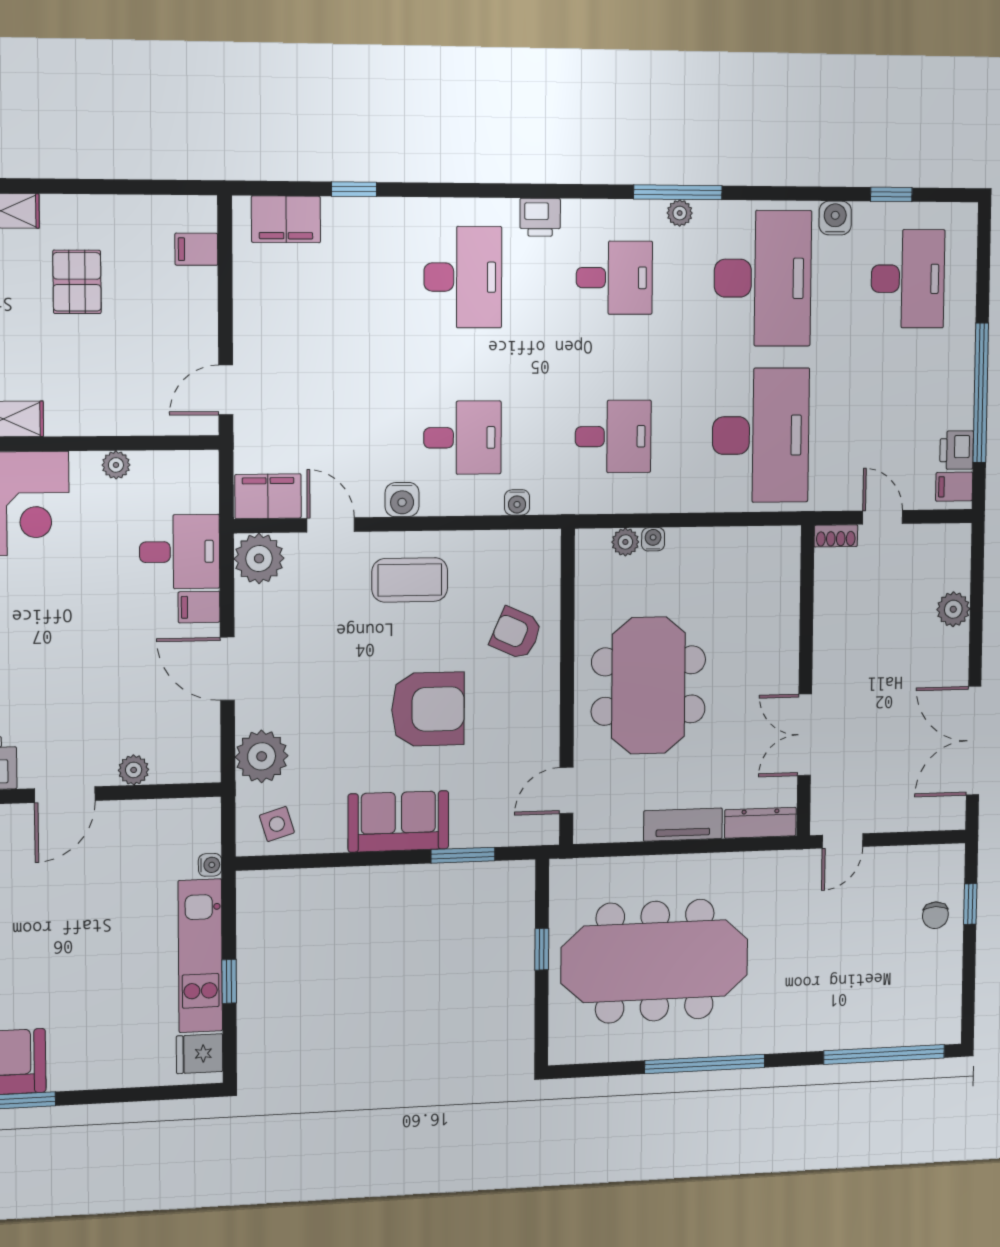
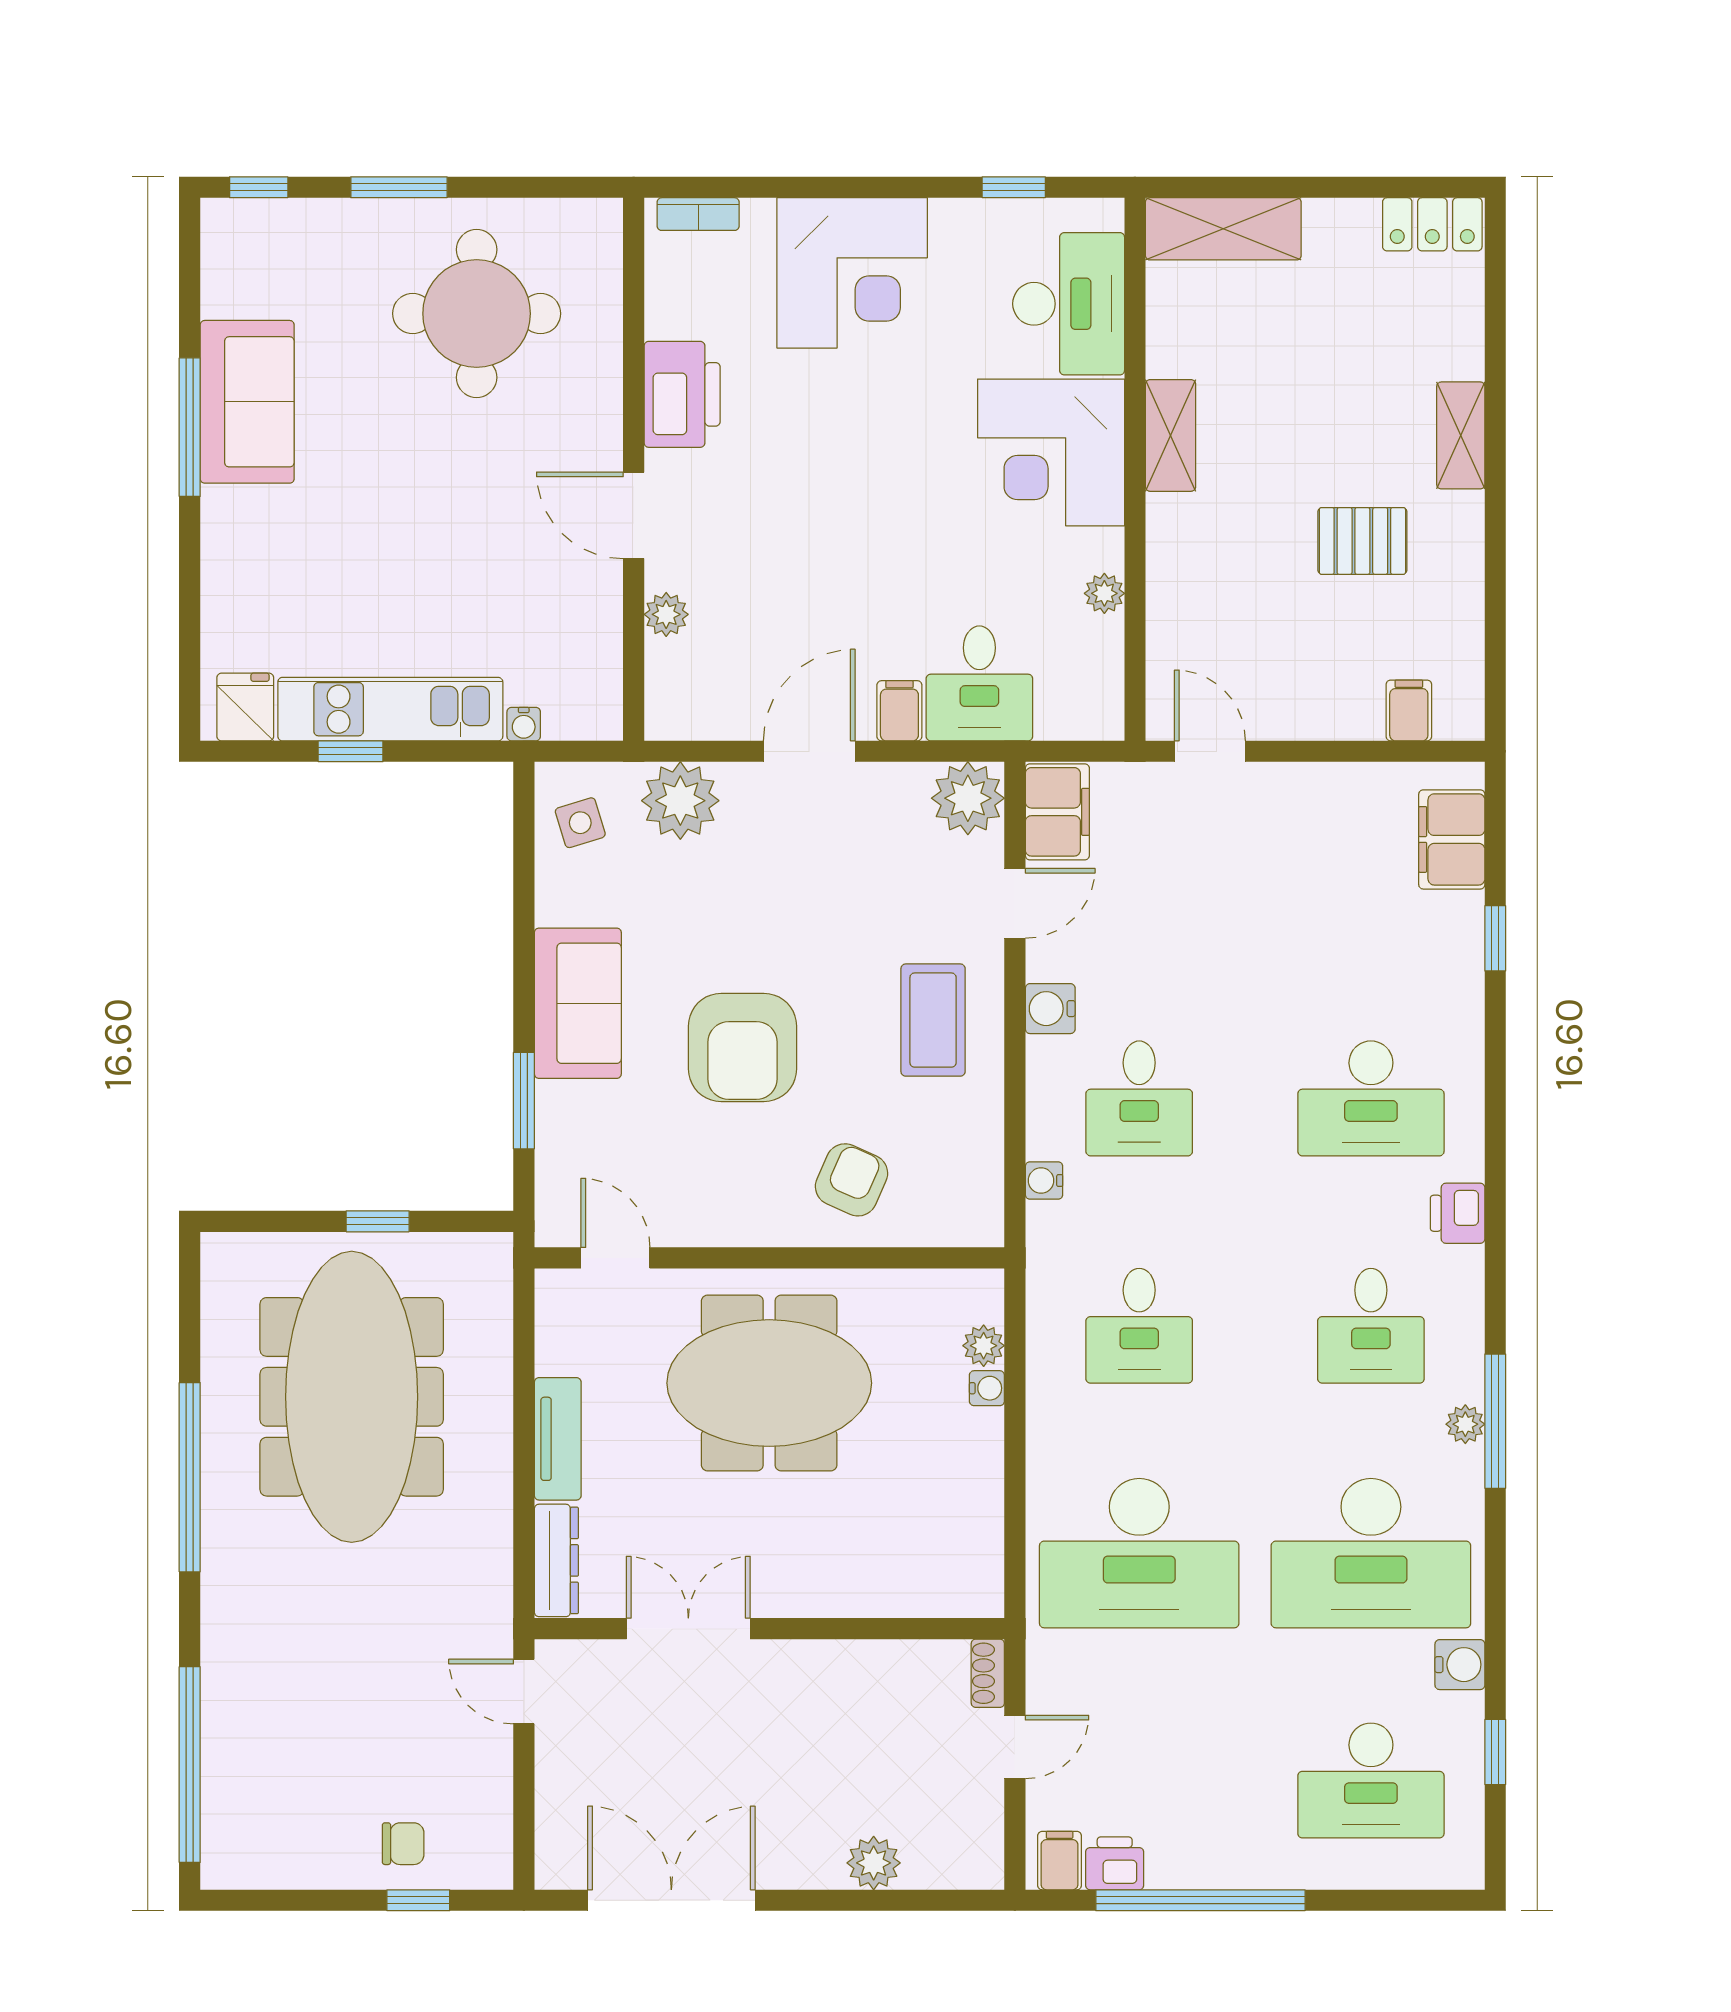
chair: (935, 915) -> (403, 1844), turned 180

